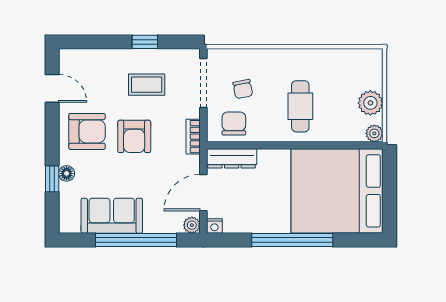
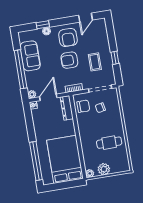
cafe table: (300, 106) -> (109, 143), moved
bed: (337, 191) -> (65, 159), width x0.73
door: (203, 193) -> (48, 97), hinge flipped
window: (292, 240) -> (36, 161), moved

